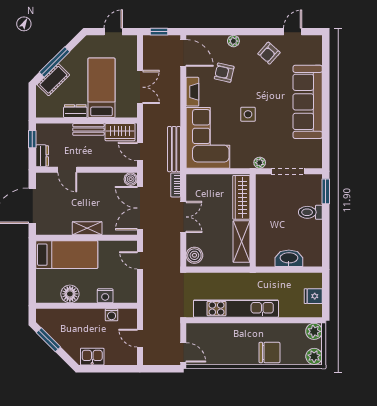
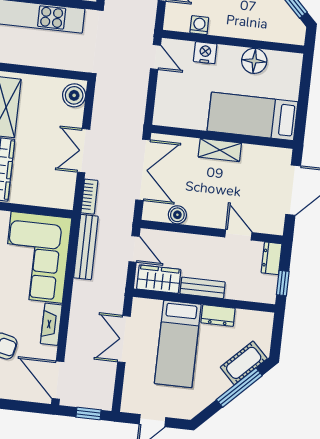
boiler: (131, 179) -> (177, 215), moved
door: (140, 260) -> (156, 57), moved

